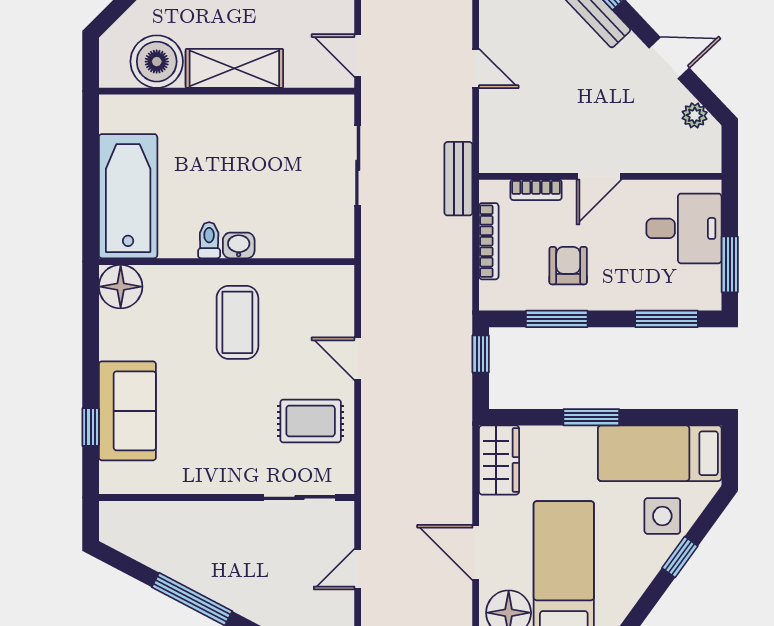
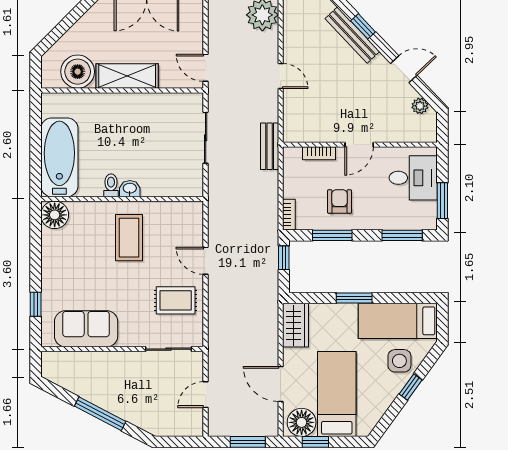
bookcase: (489, 241) -> (289, 215), moved, width x0.64
sofa: (127, 411) -> (86, 329), moved, turned -90

